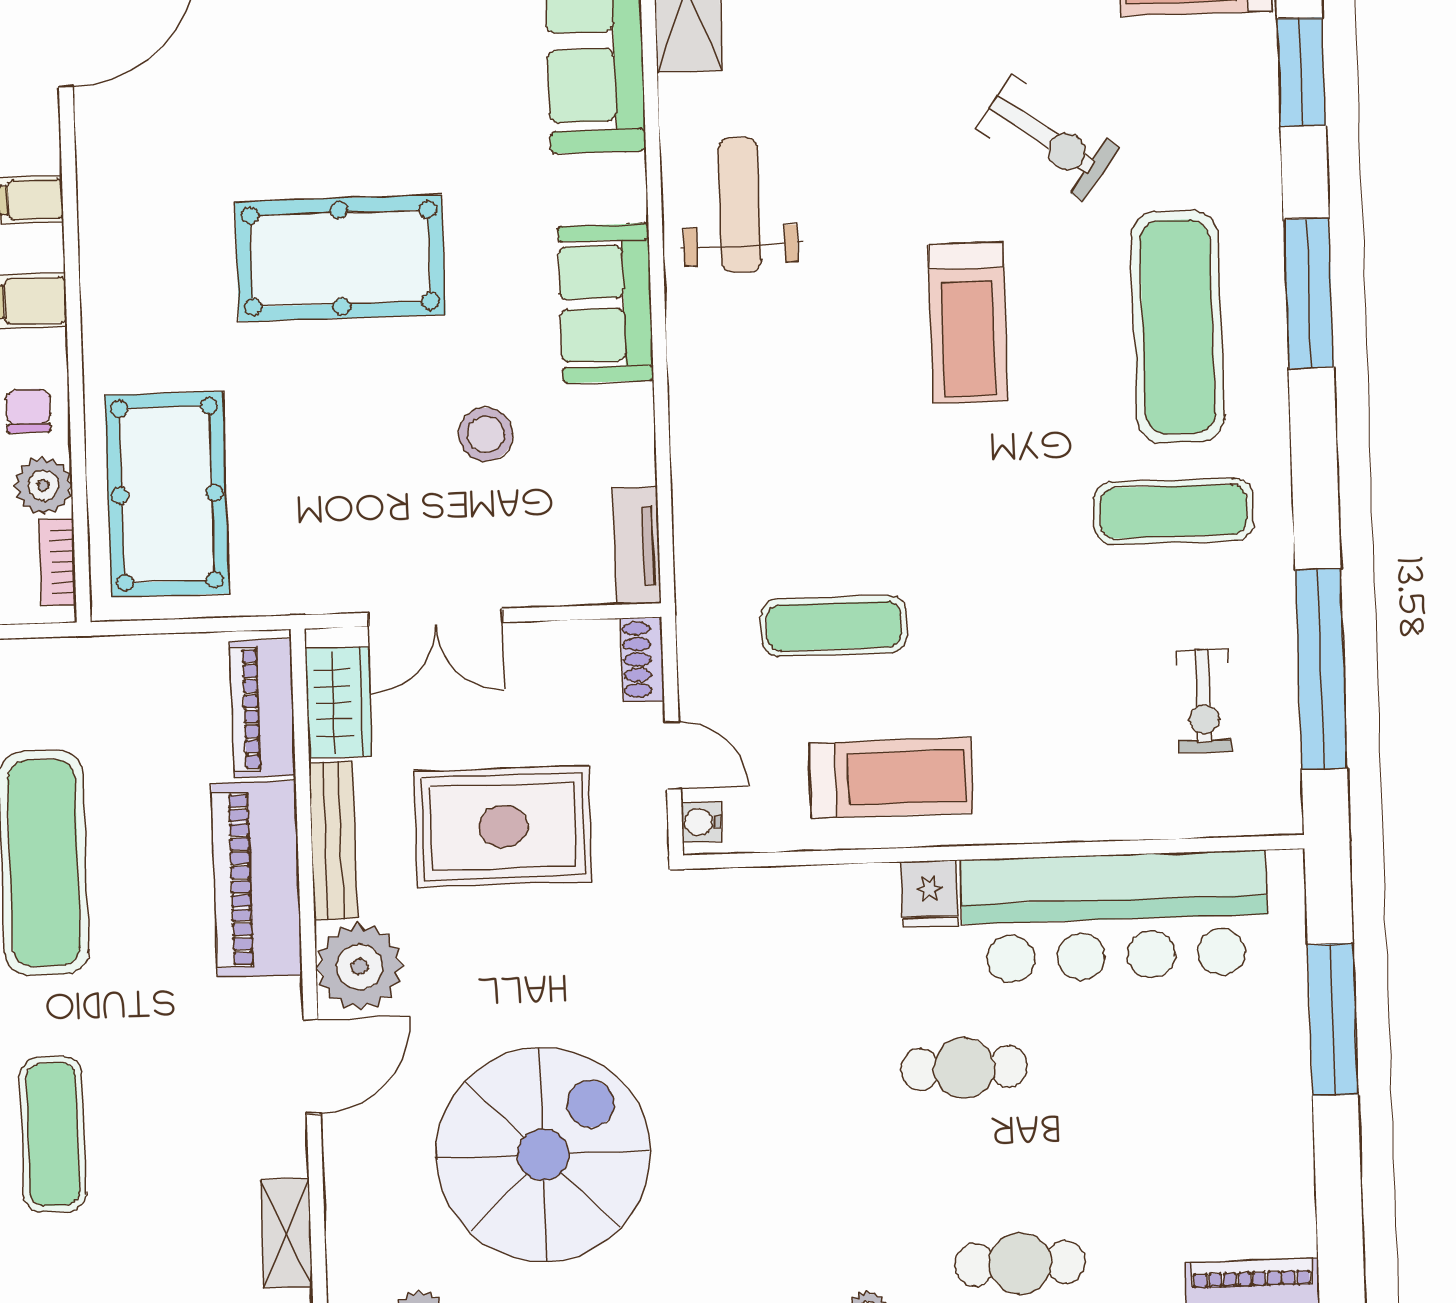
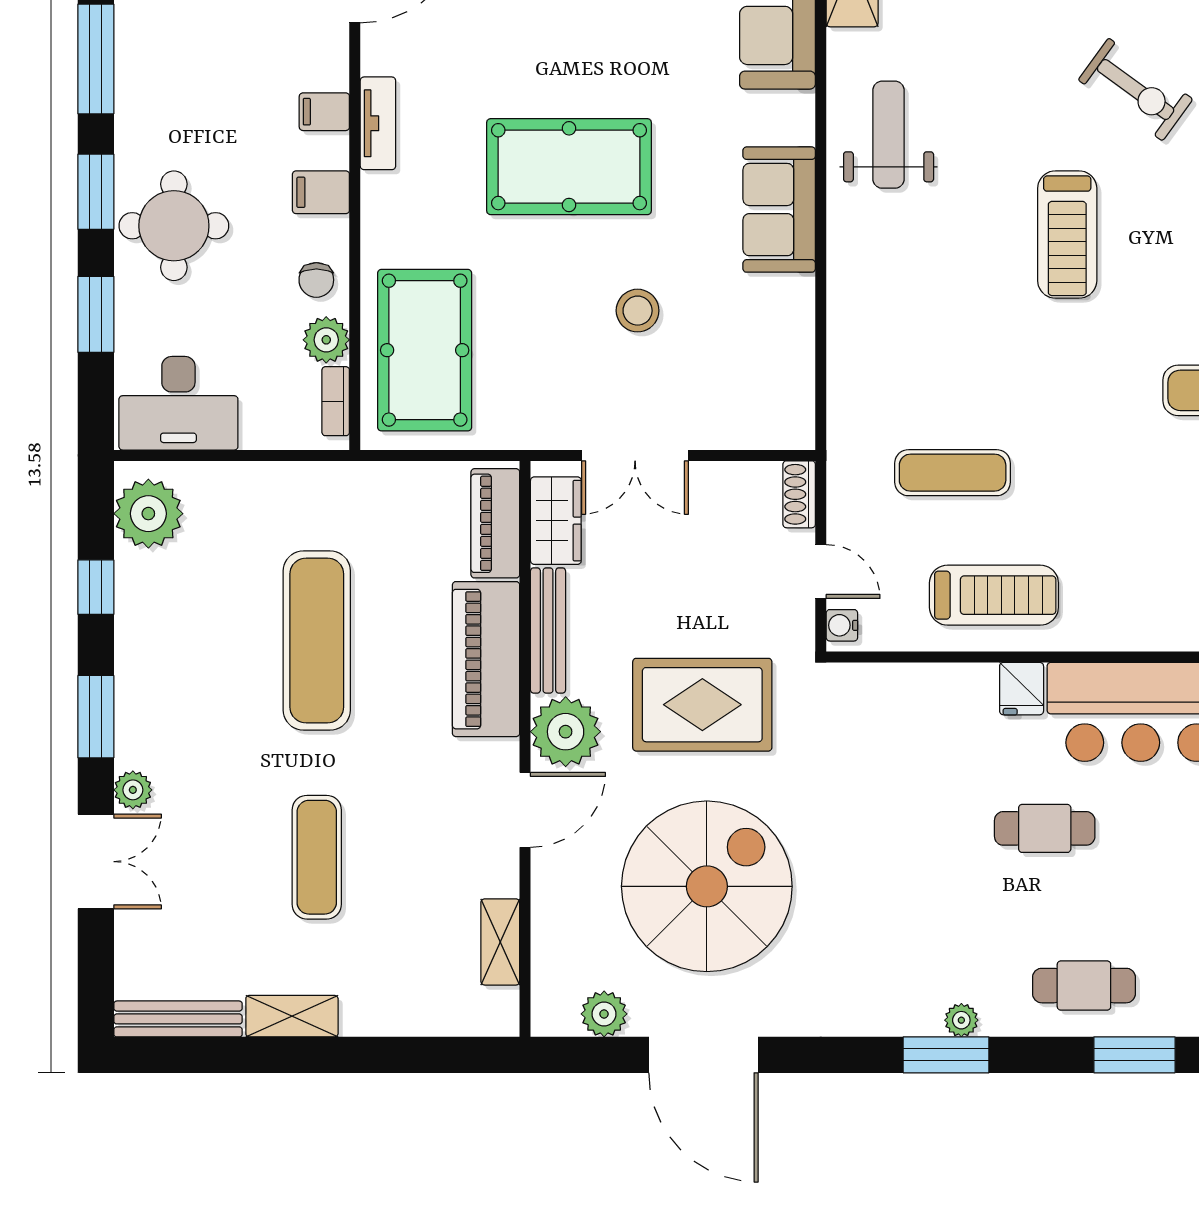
chair: (28, 411) -> (316, 280), turned 180
stool: (486, 434) -> (638, 311), moved
tv unit: (637, 546) -> (378, 123), moved, turned 180
rug: (503, 826) -> (702, 705), moved

